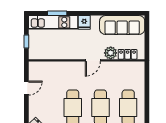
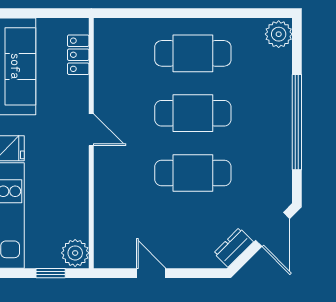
plant: (111, 53) -> (75, 253), moved

